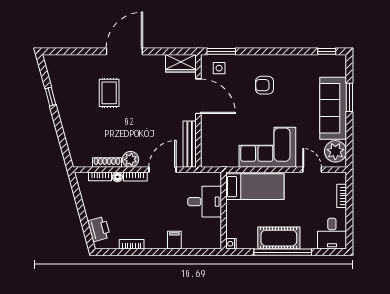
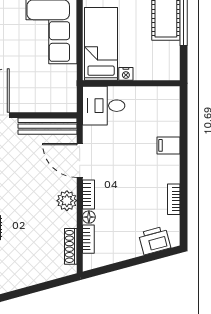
shoe rack: (107, 163) -> (71, 246), moved
desk: (205, 202) -> (104, 106), moved, turned -90
nightstand: (231, 244) -> (126, 74), moved

